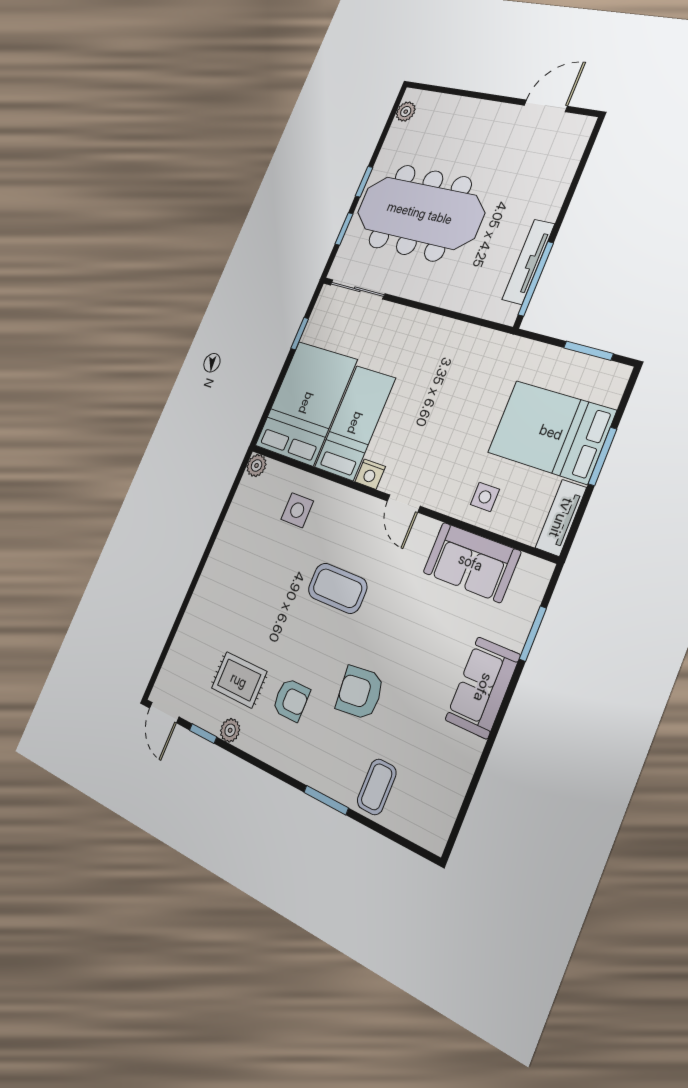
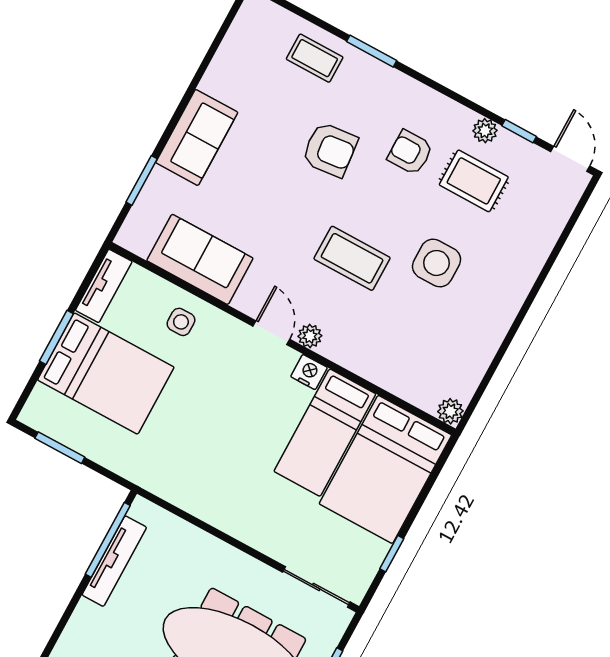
plant: (371, 508) -> (310, 336), added
side table: (297, 510) -> (437, 263), moved, width x1.37, depth x1.37
coffee table: (377, 787) -> (315, 58), turned 90

